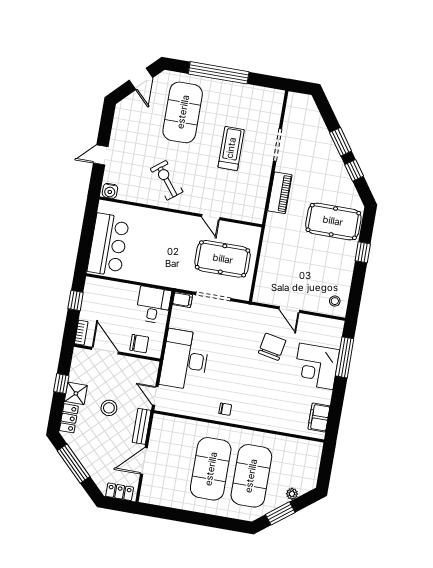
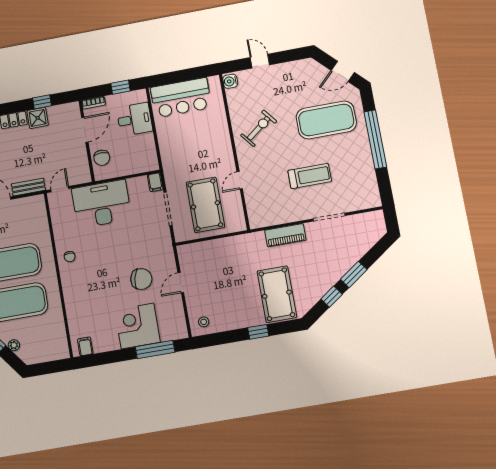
desk: (153, 305) -> (134, 119), moved
stool: (109, 408) -> (35, 152), removed
filing cabinet: (319, 418) -> (85, 346), width x0.50

